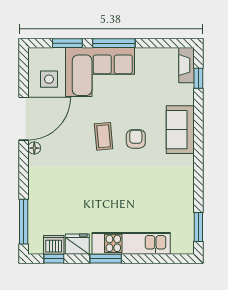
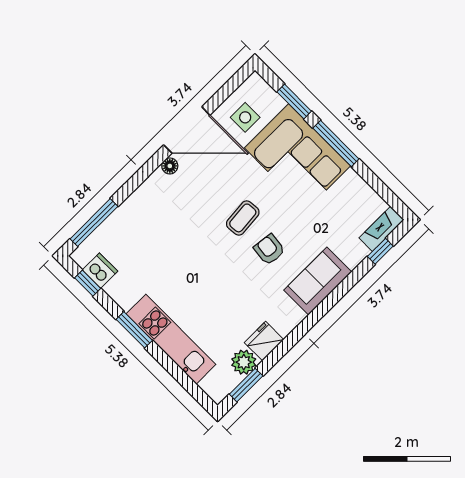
armchair: (136, 139) -> (269, 249), turned -83
plant: (184, 216) -> (244, 362), added
fridge: (77, 244) -> (264, 341), moved, turned -90

